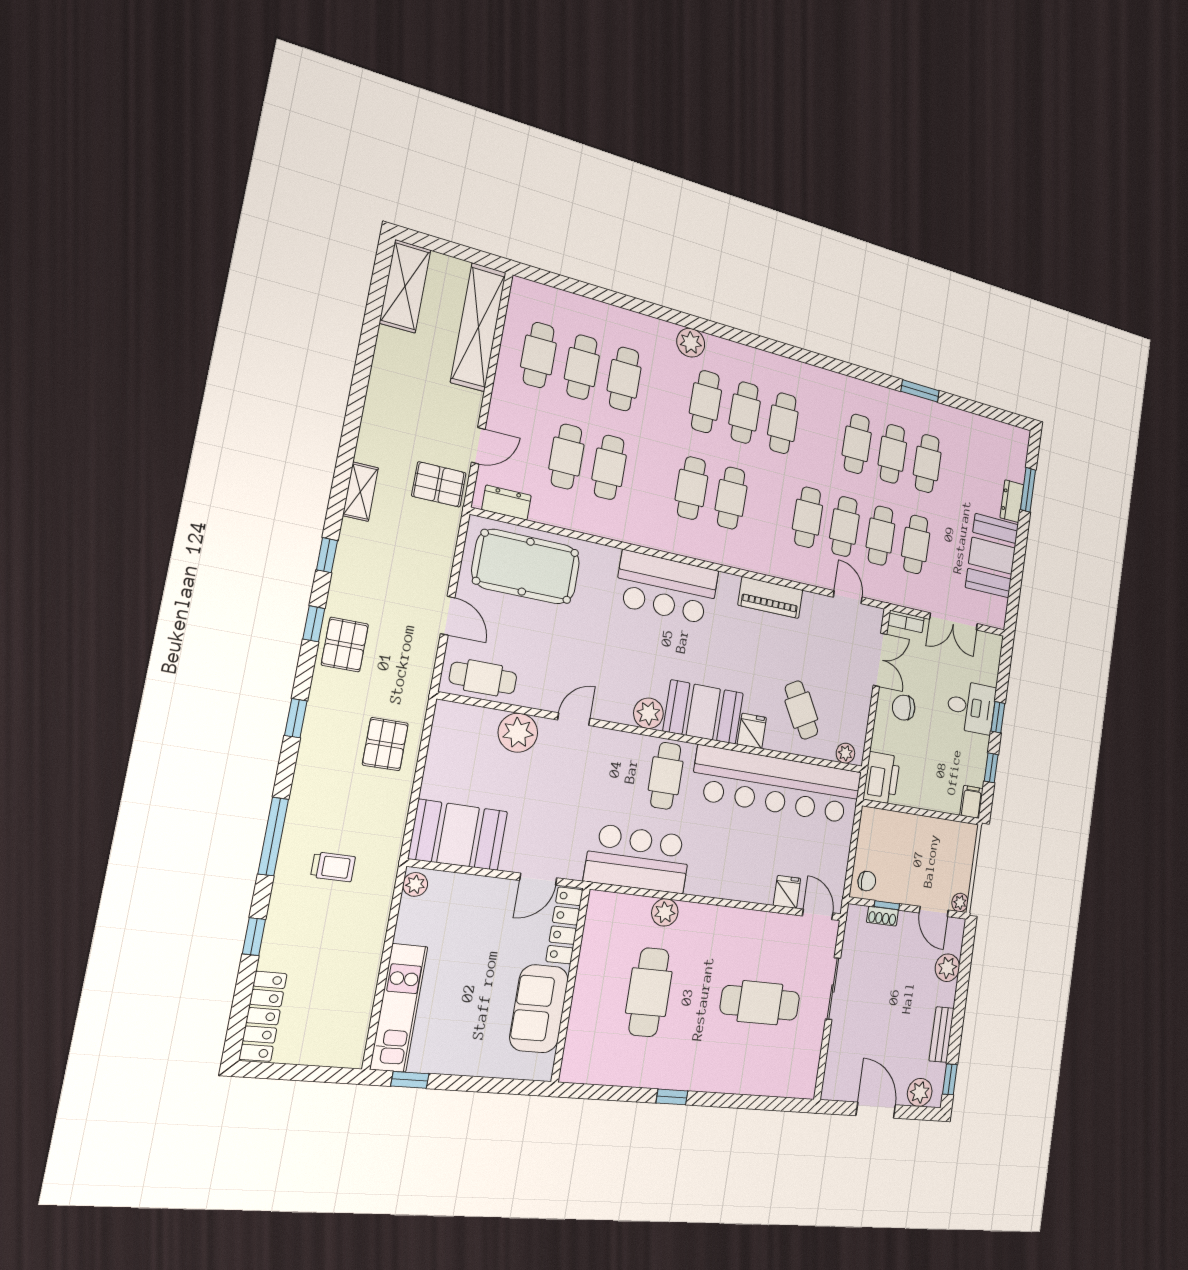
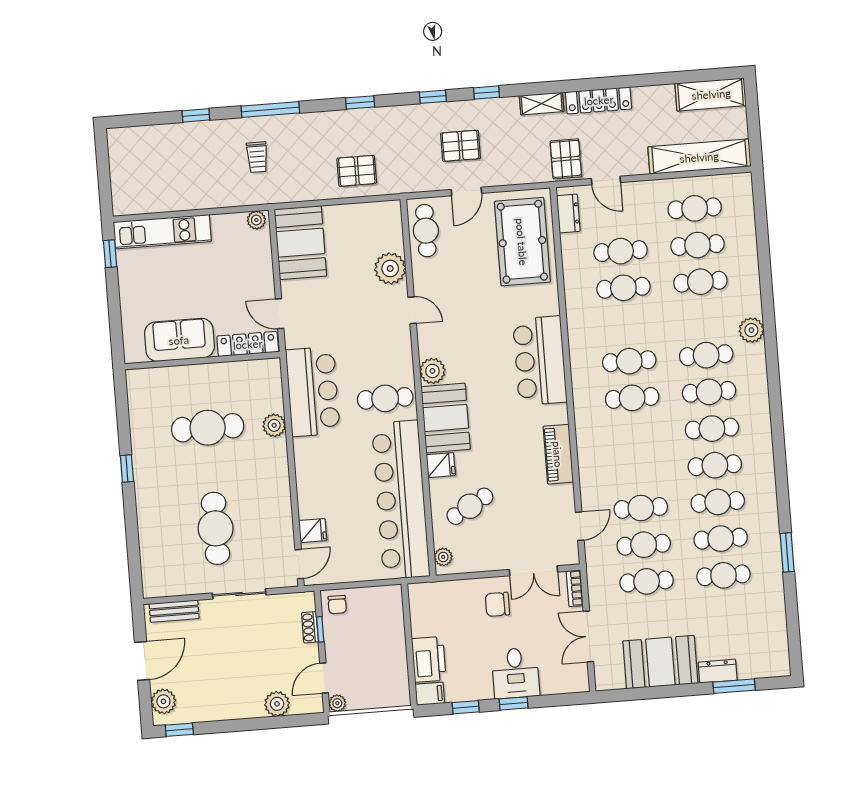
cafe table: (808, 517) -> (715, 465), moved
pallet: (345, 645) -> (460, 146), moved
chair: (904, 708) -> (497, 604), turned -83
printer: (882, 778) -> (429, 659), moved, turned -90
locker: (263, 1016) -> (599, 100), moved
bench: (942, 1035) -> (174, 611), moved

